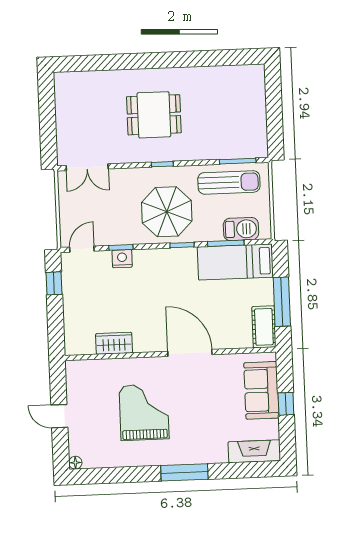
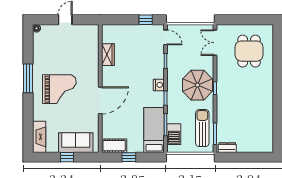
dining table: (154, 115) -> (249, 51), moved
dresser: (259, 140) -> (227, 148), added
sun lounger: (229, 182) -> (202, 128), turned 180
parasol: (167, 212) -> (197, 85), moved
nightstand: (122, 259) -> (159, 85), moved
window: (282, 302) -> (129, 157), width x0.46
grand piano: (144, 412) -> (59, 89), moved
window: (184, 472) -> (28, 78), moved

